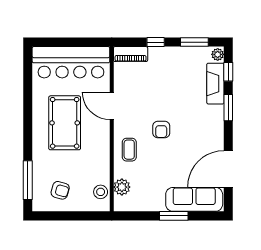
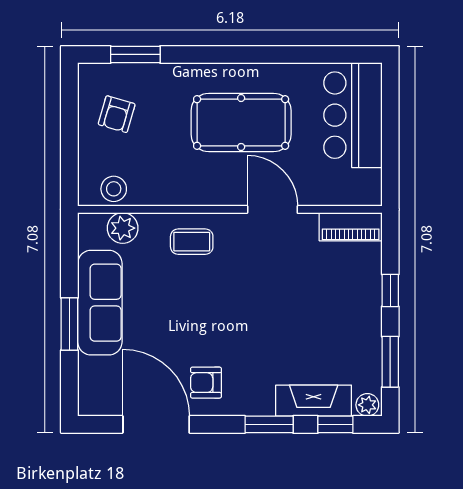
piano: (131, 54) -> (351, 227), moved, turned -90
bar counter: (71, 62) -> (353, 115), width x0.73
door: (112, 106) -> (272, 209), hinge flipped
armchair: (161, 130) -> (206, 383), moved
window: (28, 180) -> (135, 54), width x0.69
sofa: (194, 199) -> (100, 303), moved

